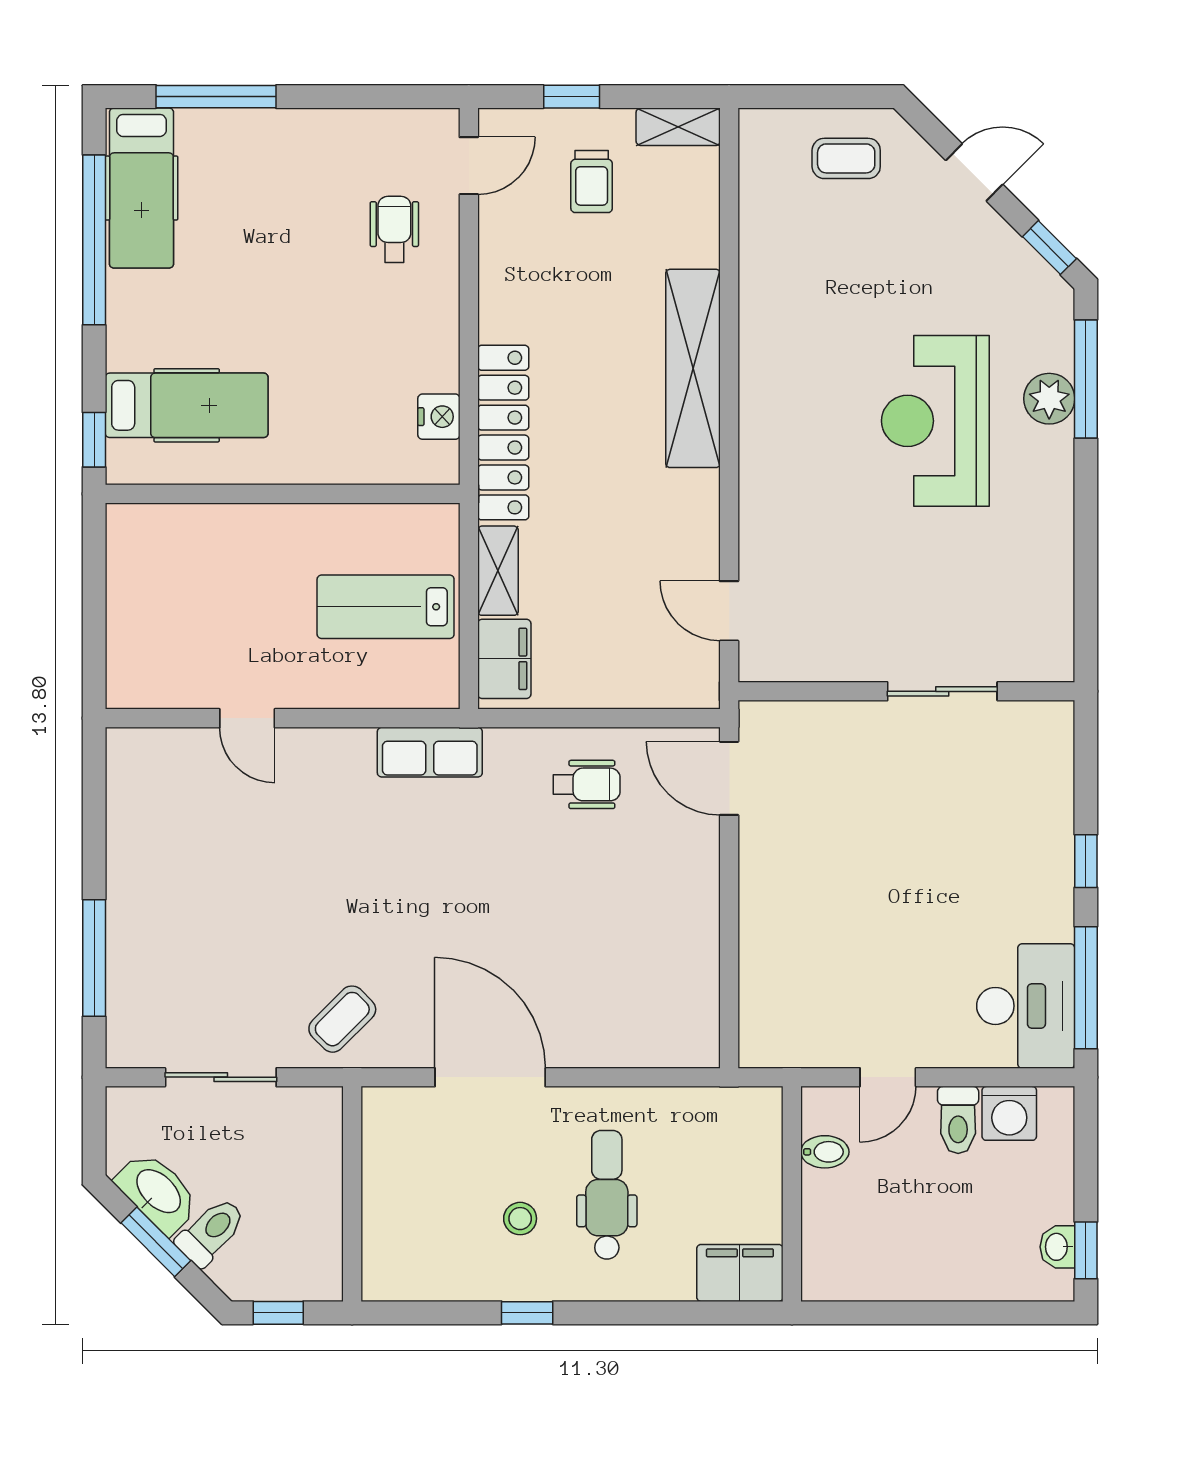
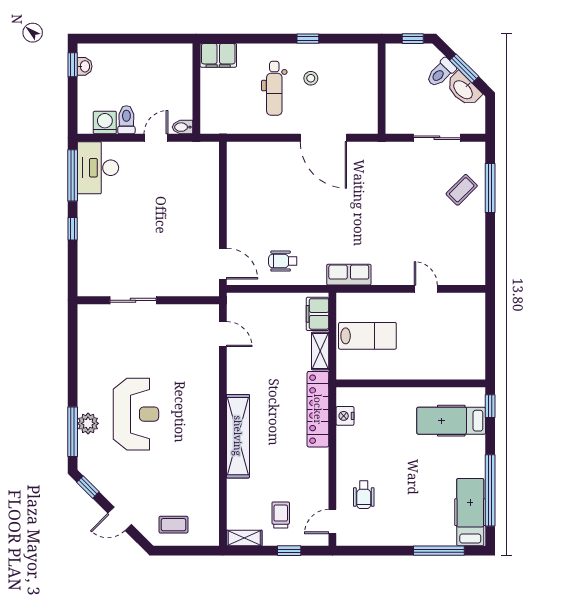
coffee table: (342, 1019) -> (462, 190), moved
bidet: (825, 1152) -> (182, 127), moved

